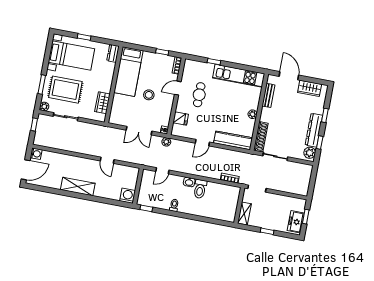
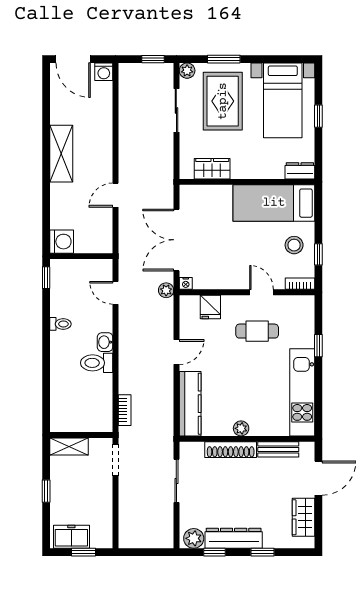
stool: (149, 95) -> (294, 245), moved
double door: (139, 131) -> (176, 240), width x1.37
shoe rack: (261, 137) -> (231, 450), moved
door: (202, 143) -> (176, 352), swing flipped

